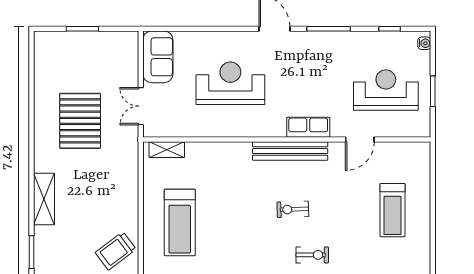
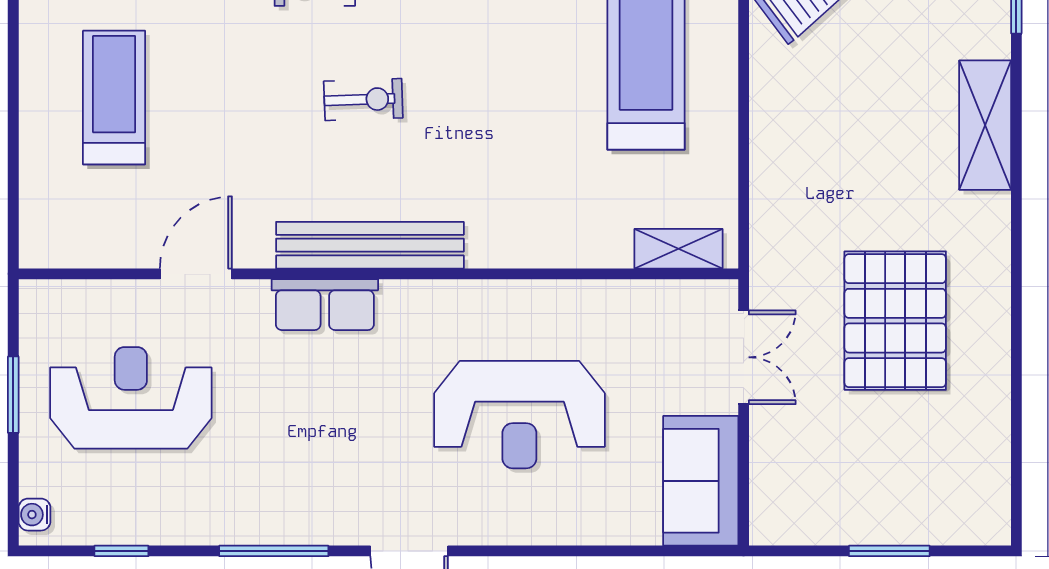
reception desk: (386, 90) -> (131, 398), turned 180

